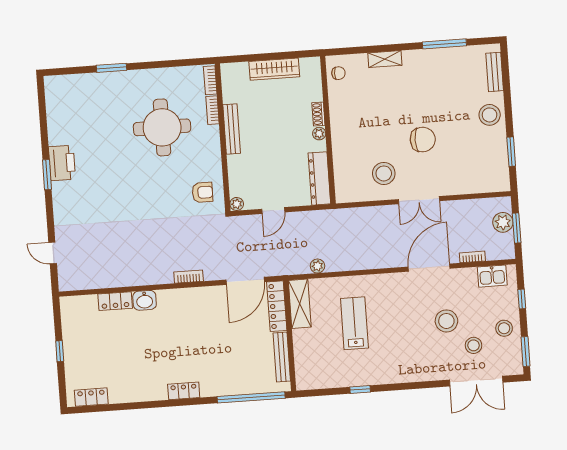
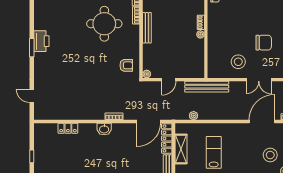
dresser: (319, 178) -> (199, 62), removed
bench: (335, 218) -> (207, 87), added
washbasin: (145, 300) -> (104, 129), moved
shelving: (300, 304) -> (181, 149), moved

